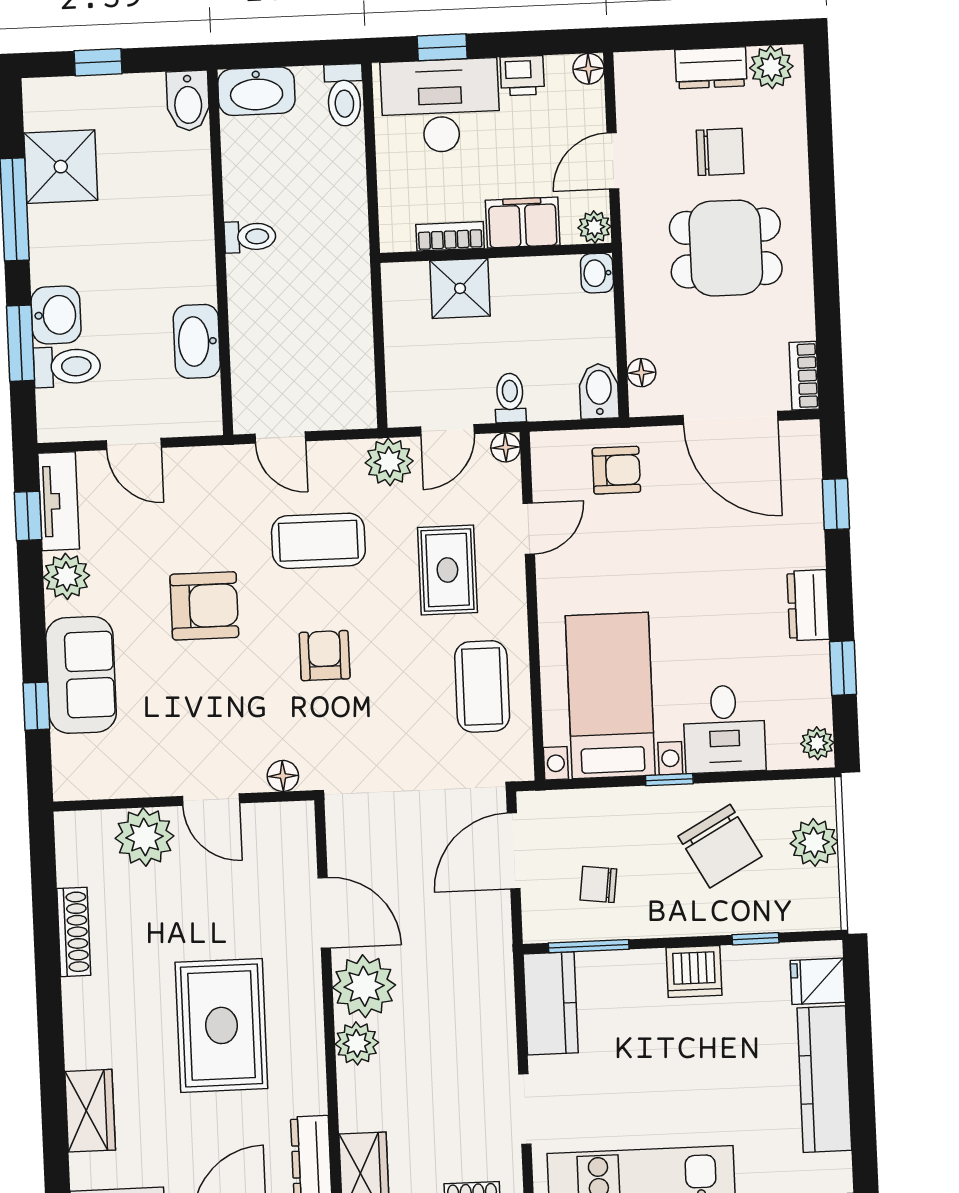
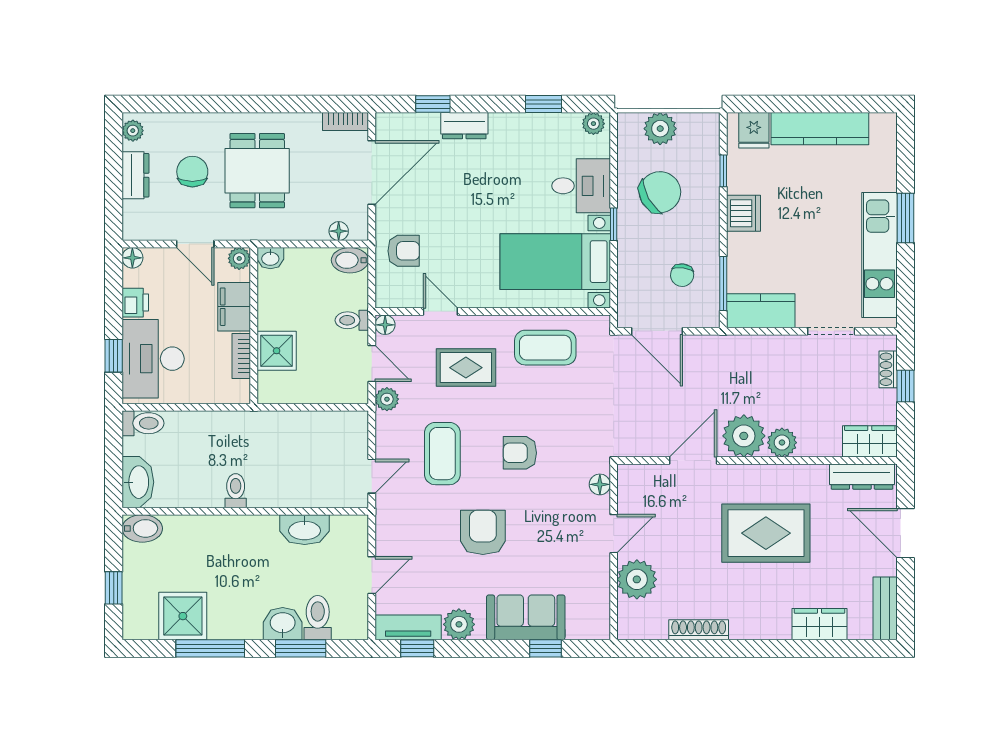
plant: (771, 67) -> (133, 131), width x0.73, depth x0.73
plant: (389, 462) -> (387, 399), width x0.73, depth x0.73
armchair: (616, 470) -> (404, 251), turned 90
dresser: (808, 605) -> (464, 126), moved

